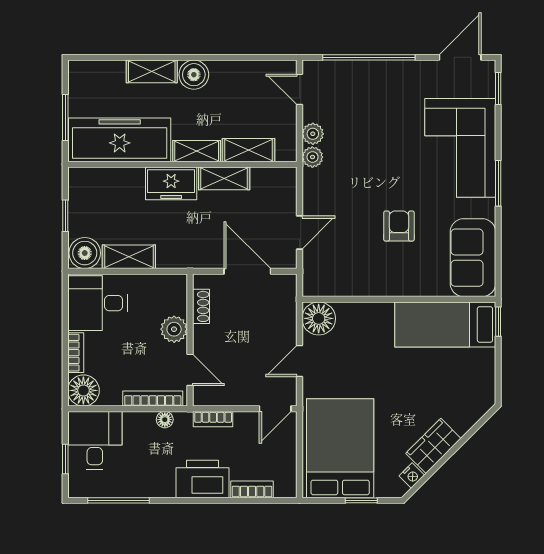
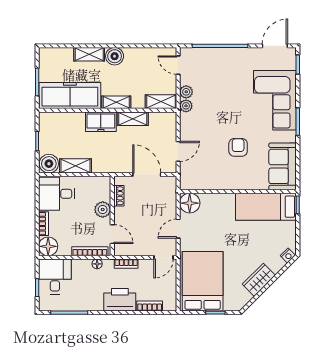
shelving: (248, 150) -> (161, 102), moved
nightstand: (412, 476) -> (288, 256), moved

